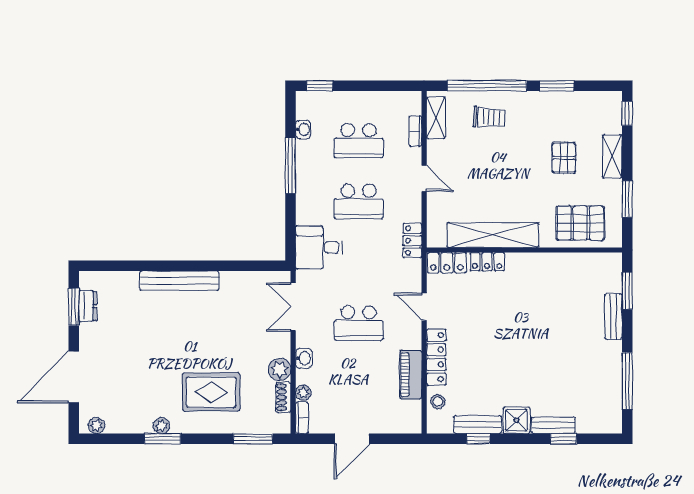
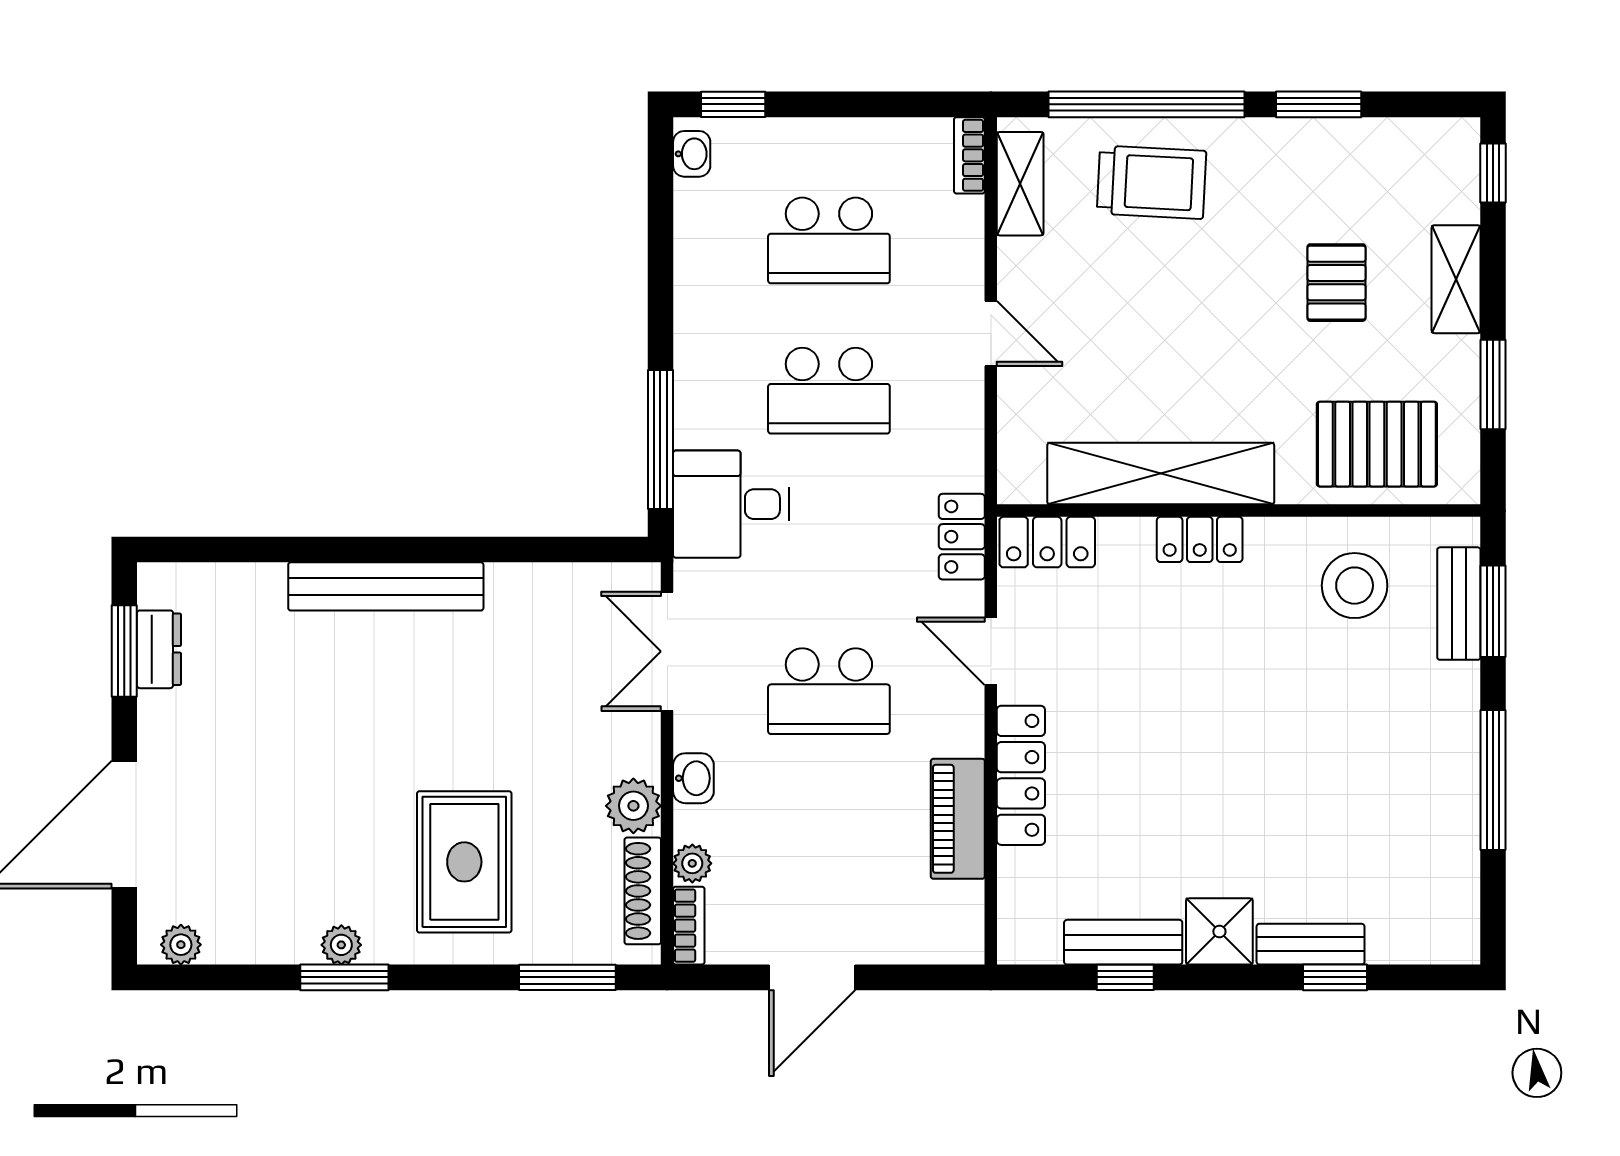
trolley: (489, 117) -> (1151, 182), width x1.36, depth x1.39
washbasin: (303, 129) -> (692, 154), moved
bookcase: (415, 131) -> (969, 155), moved
window: (290, 165) -> (660, 440), moved
locker: (412, 241) -> (962, 537), moved
locker: (487, 262) -> (1200, 539), moved
bench: (613, 317) -> (1459, 604), moved
window: (627, 381) -> (1493, 780), moved
rug: (211, 392) -> (464, 862), turned 90
shoe rack: (283, 397) -> (643, 891), width x1.43
stool: (438, 402) -> (1355, 586), moved, width x1.89, depth x1.89

